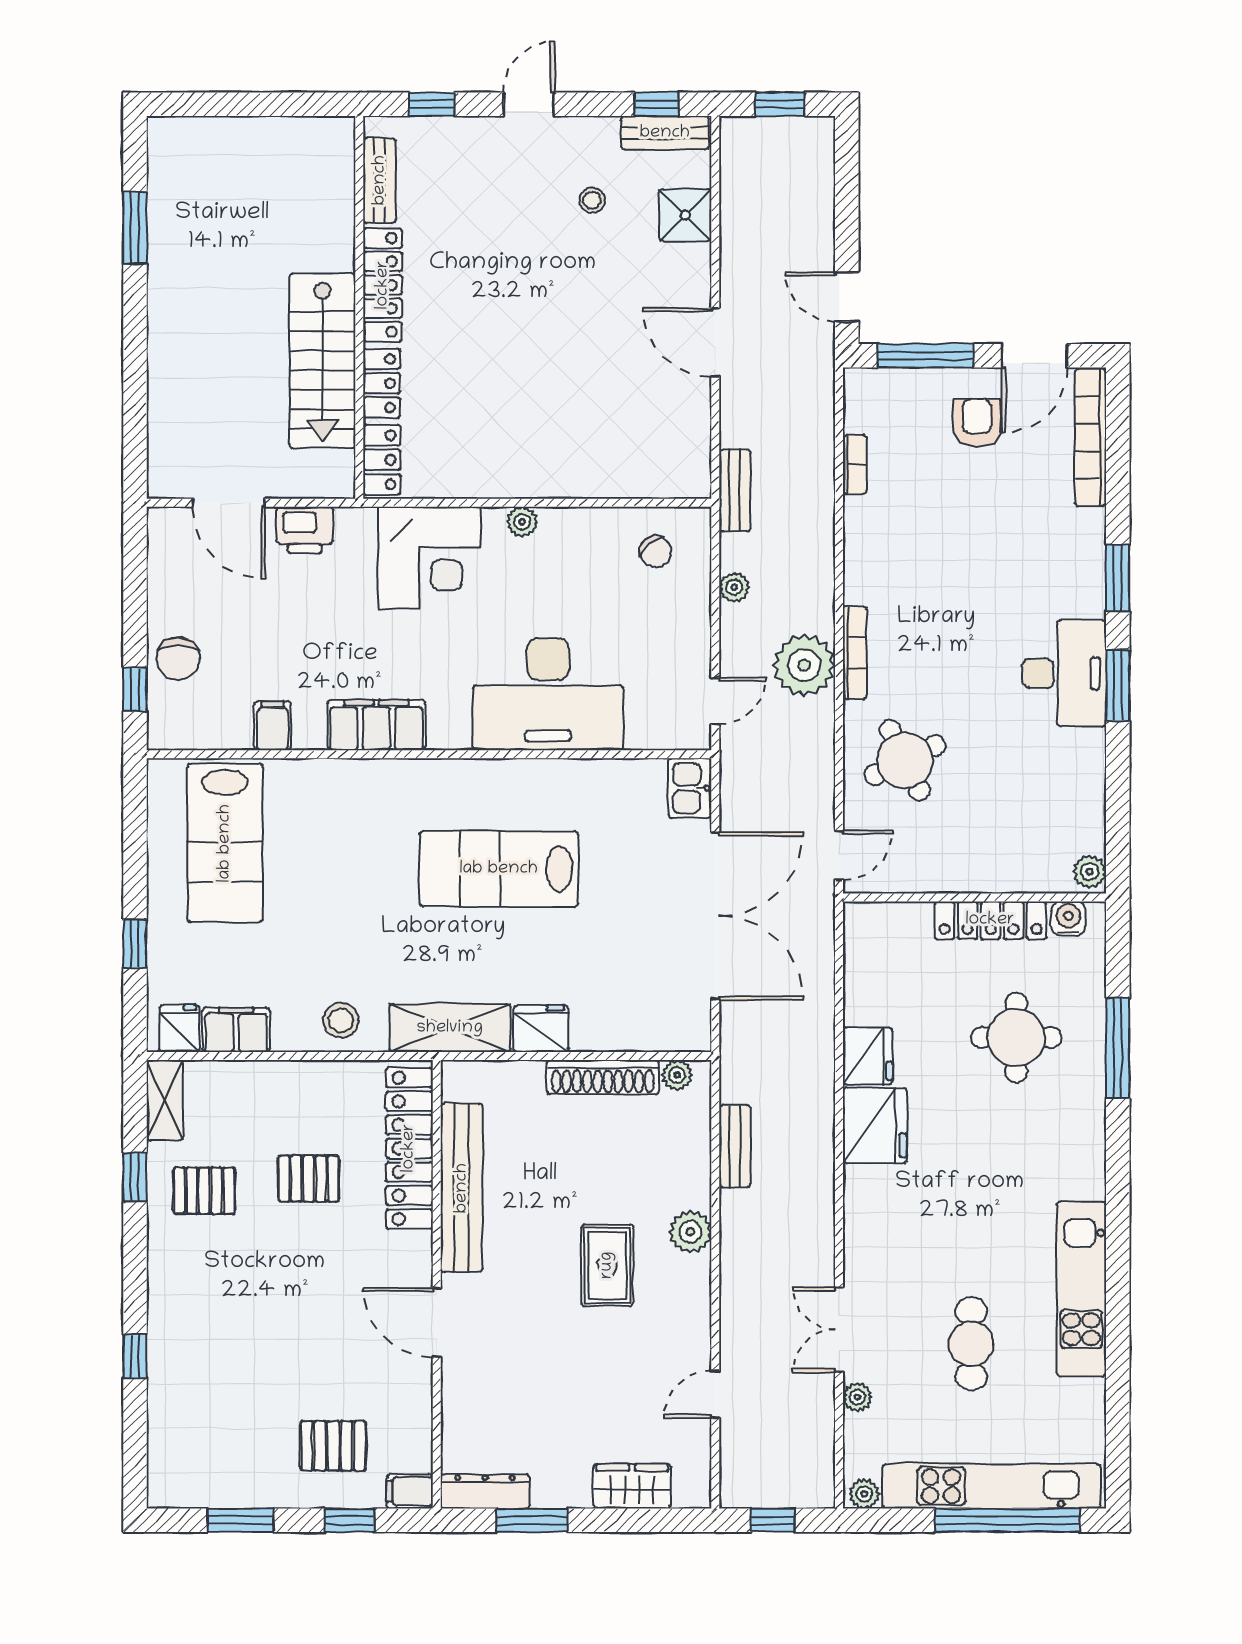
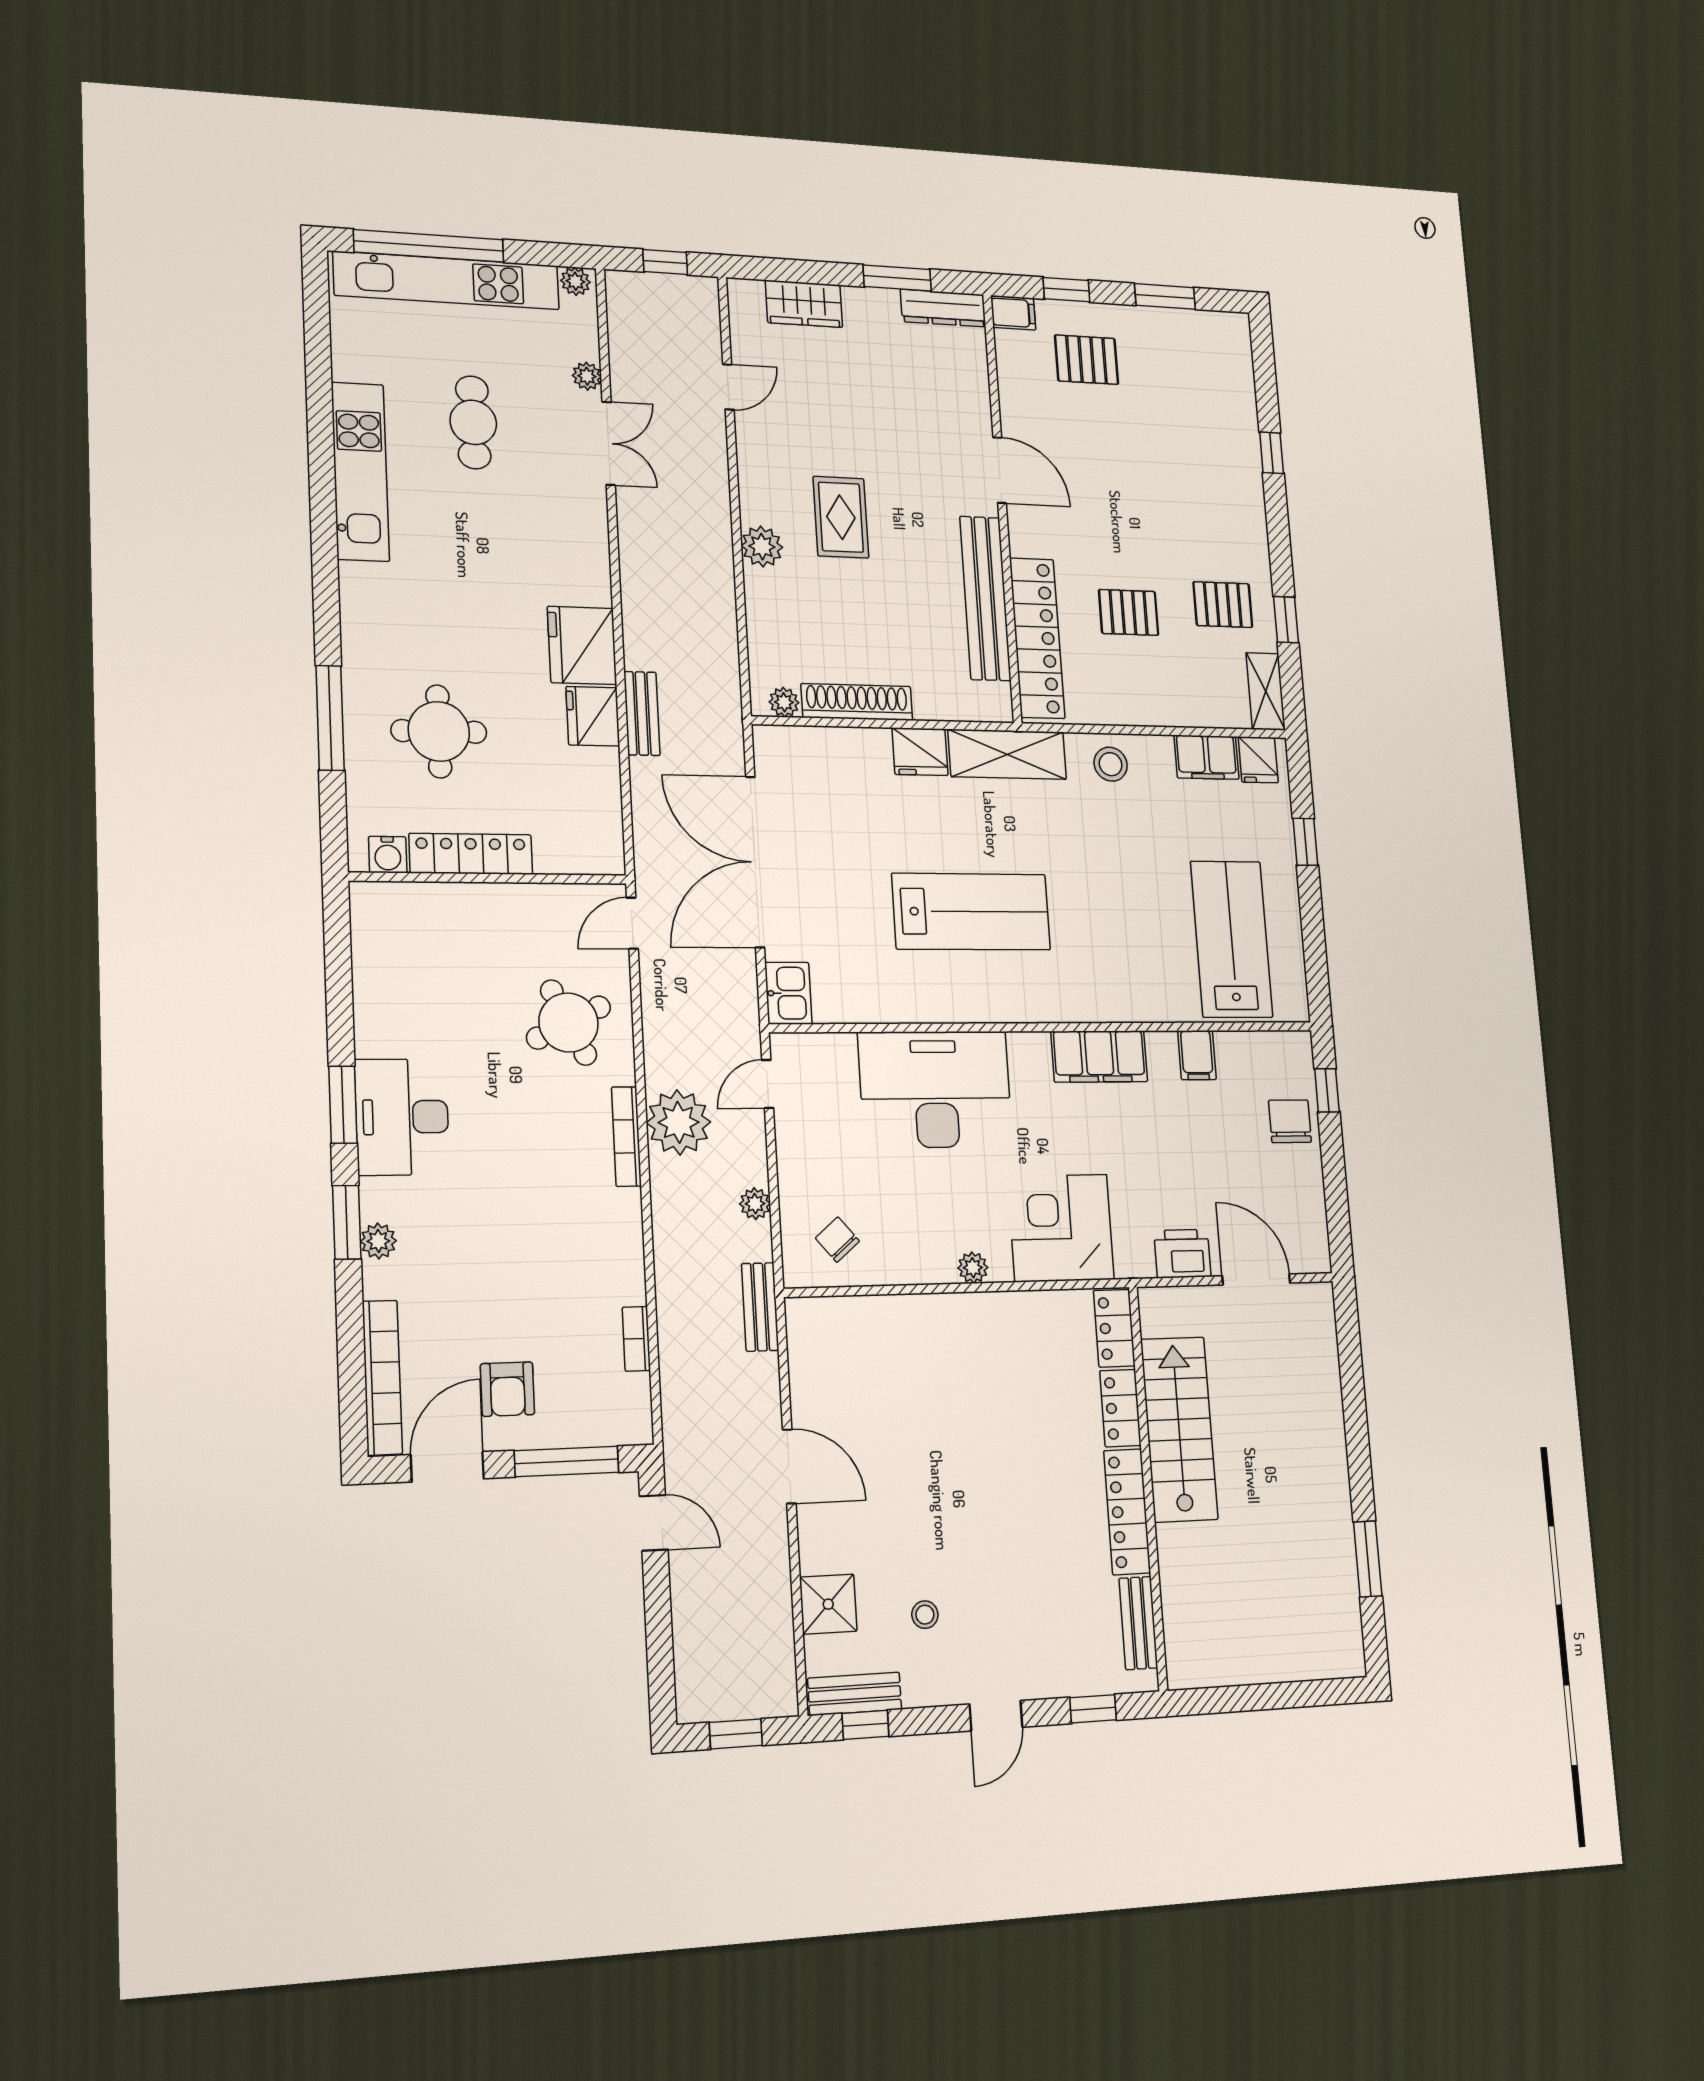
plant: (1090, 872) -> (378, 1241), moved
bench: (735, 1146) -> (642, 713), moved

